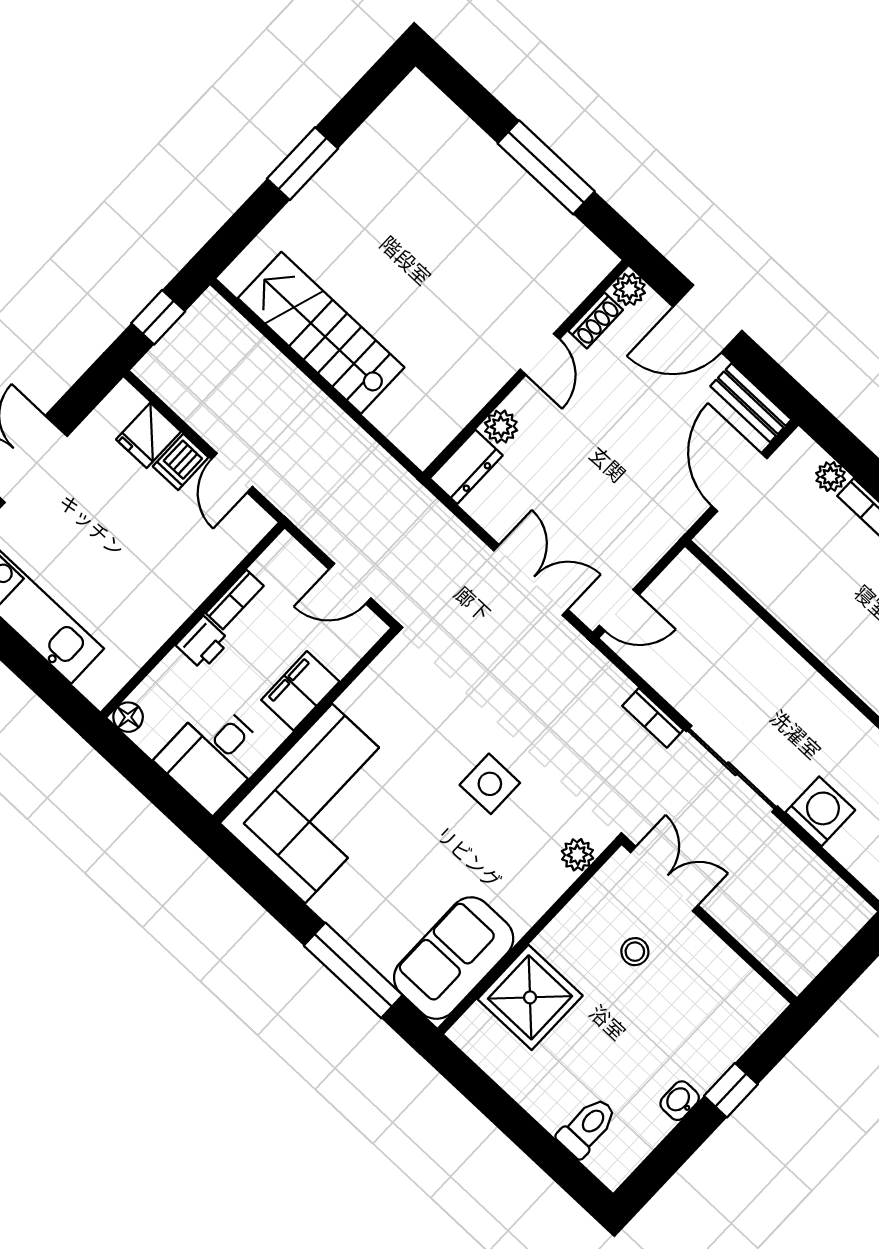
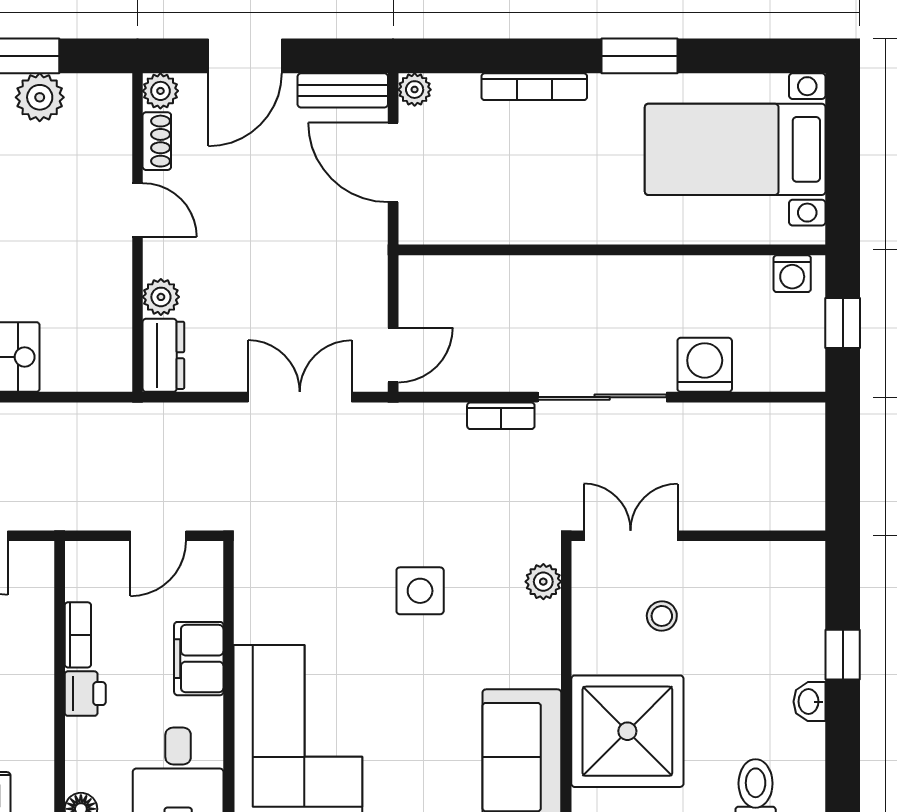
plant: (545, 218) -> (40, 97), added
plant: (831, 477) -> (415, 90), moved
shower: (530, 997) -> (627, 731), width x1.37, depth x1.37

